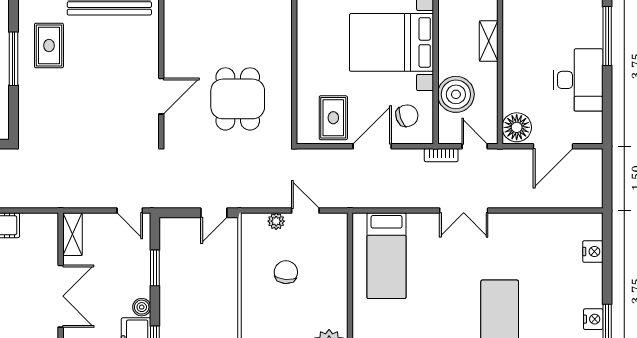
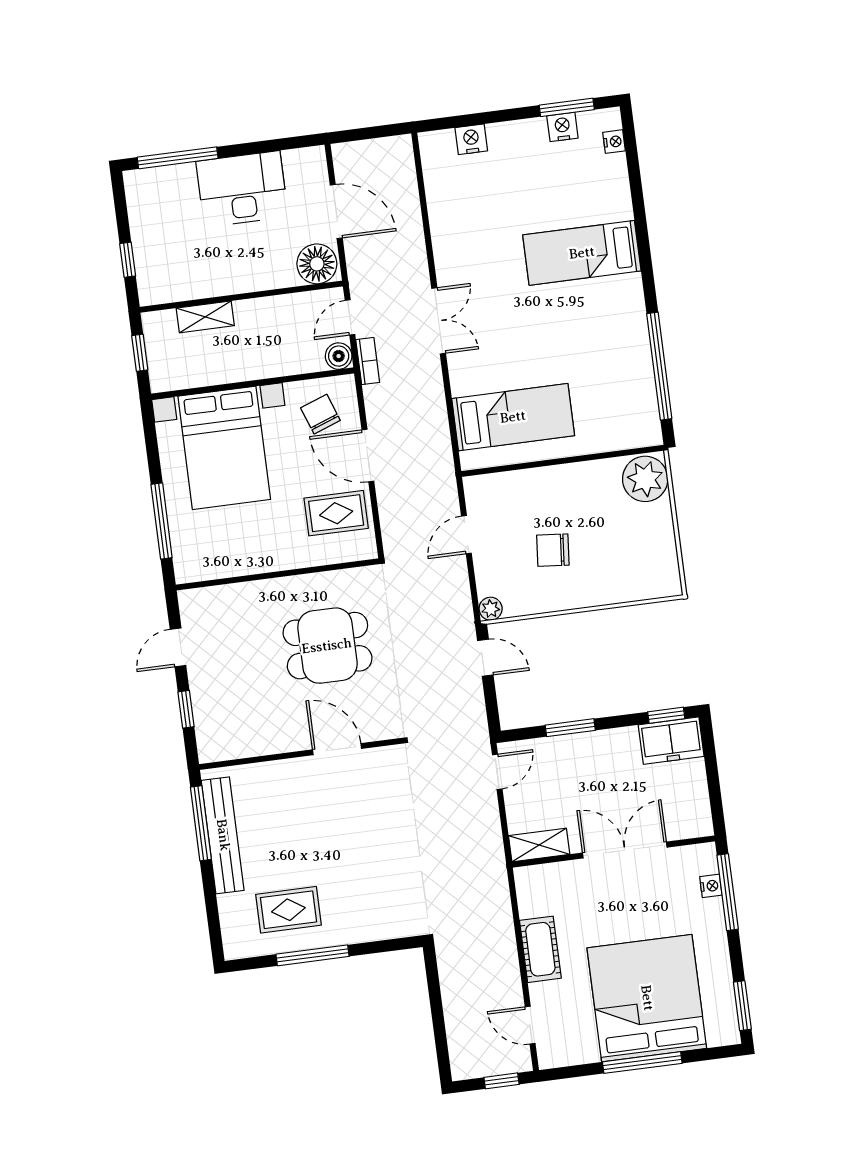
boiler: (456, 94) -> (339, 356), moved, width x0.54, depth x0.54
plant: (276, 221) -> (491, 609), moved
boiler: (142, 307) -> (625, 739), removed

